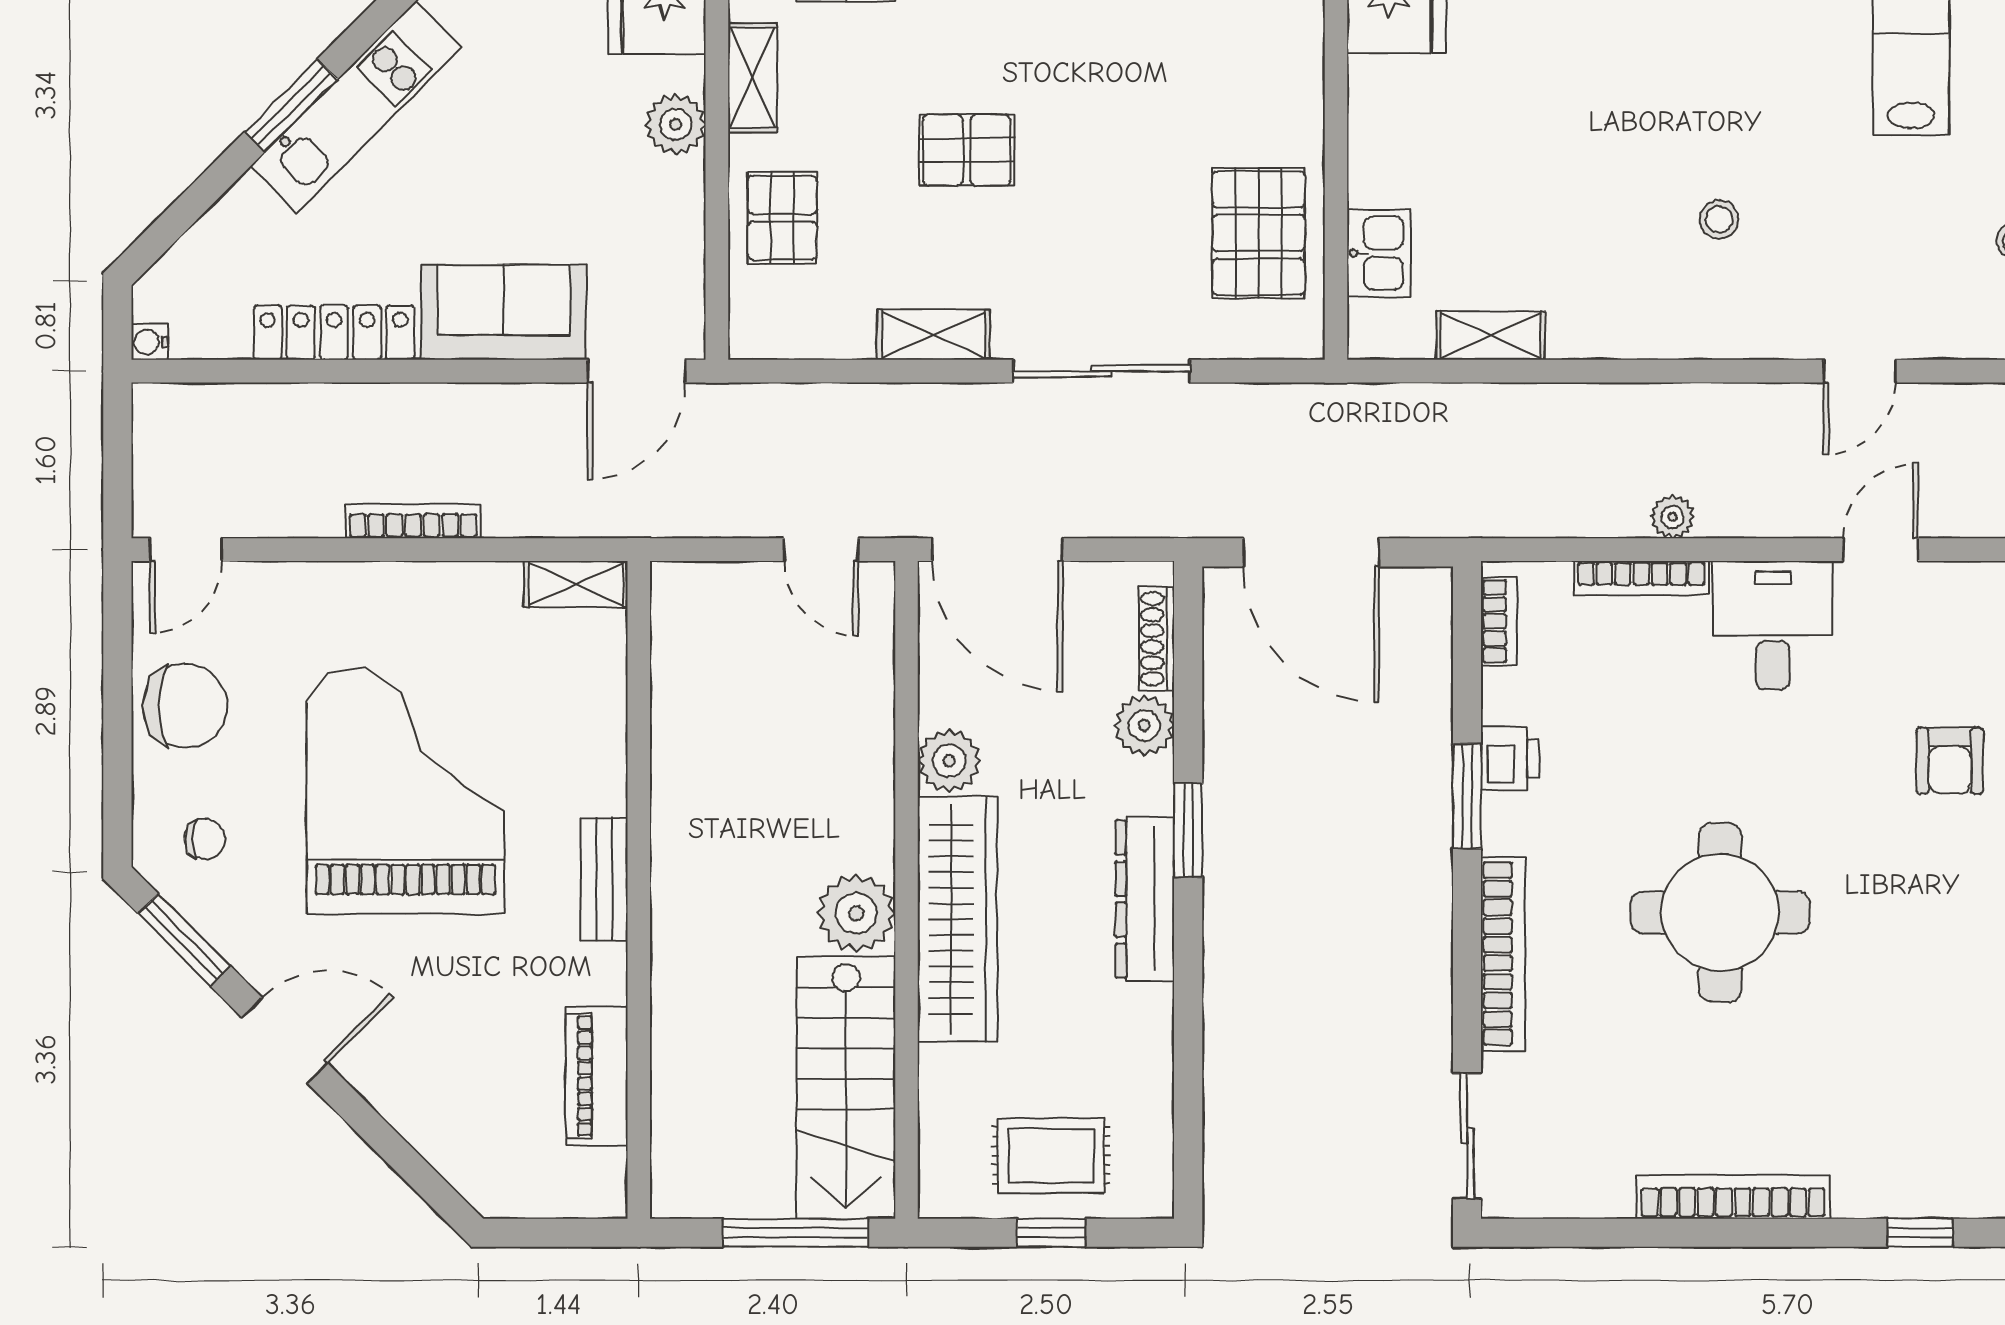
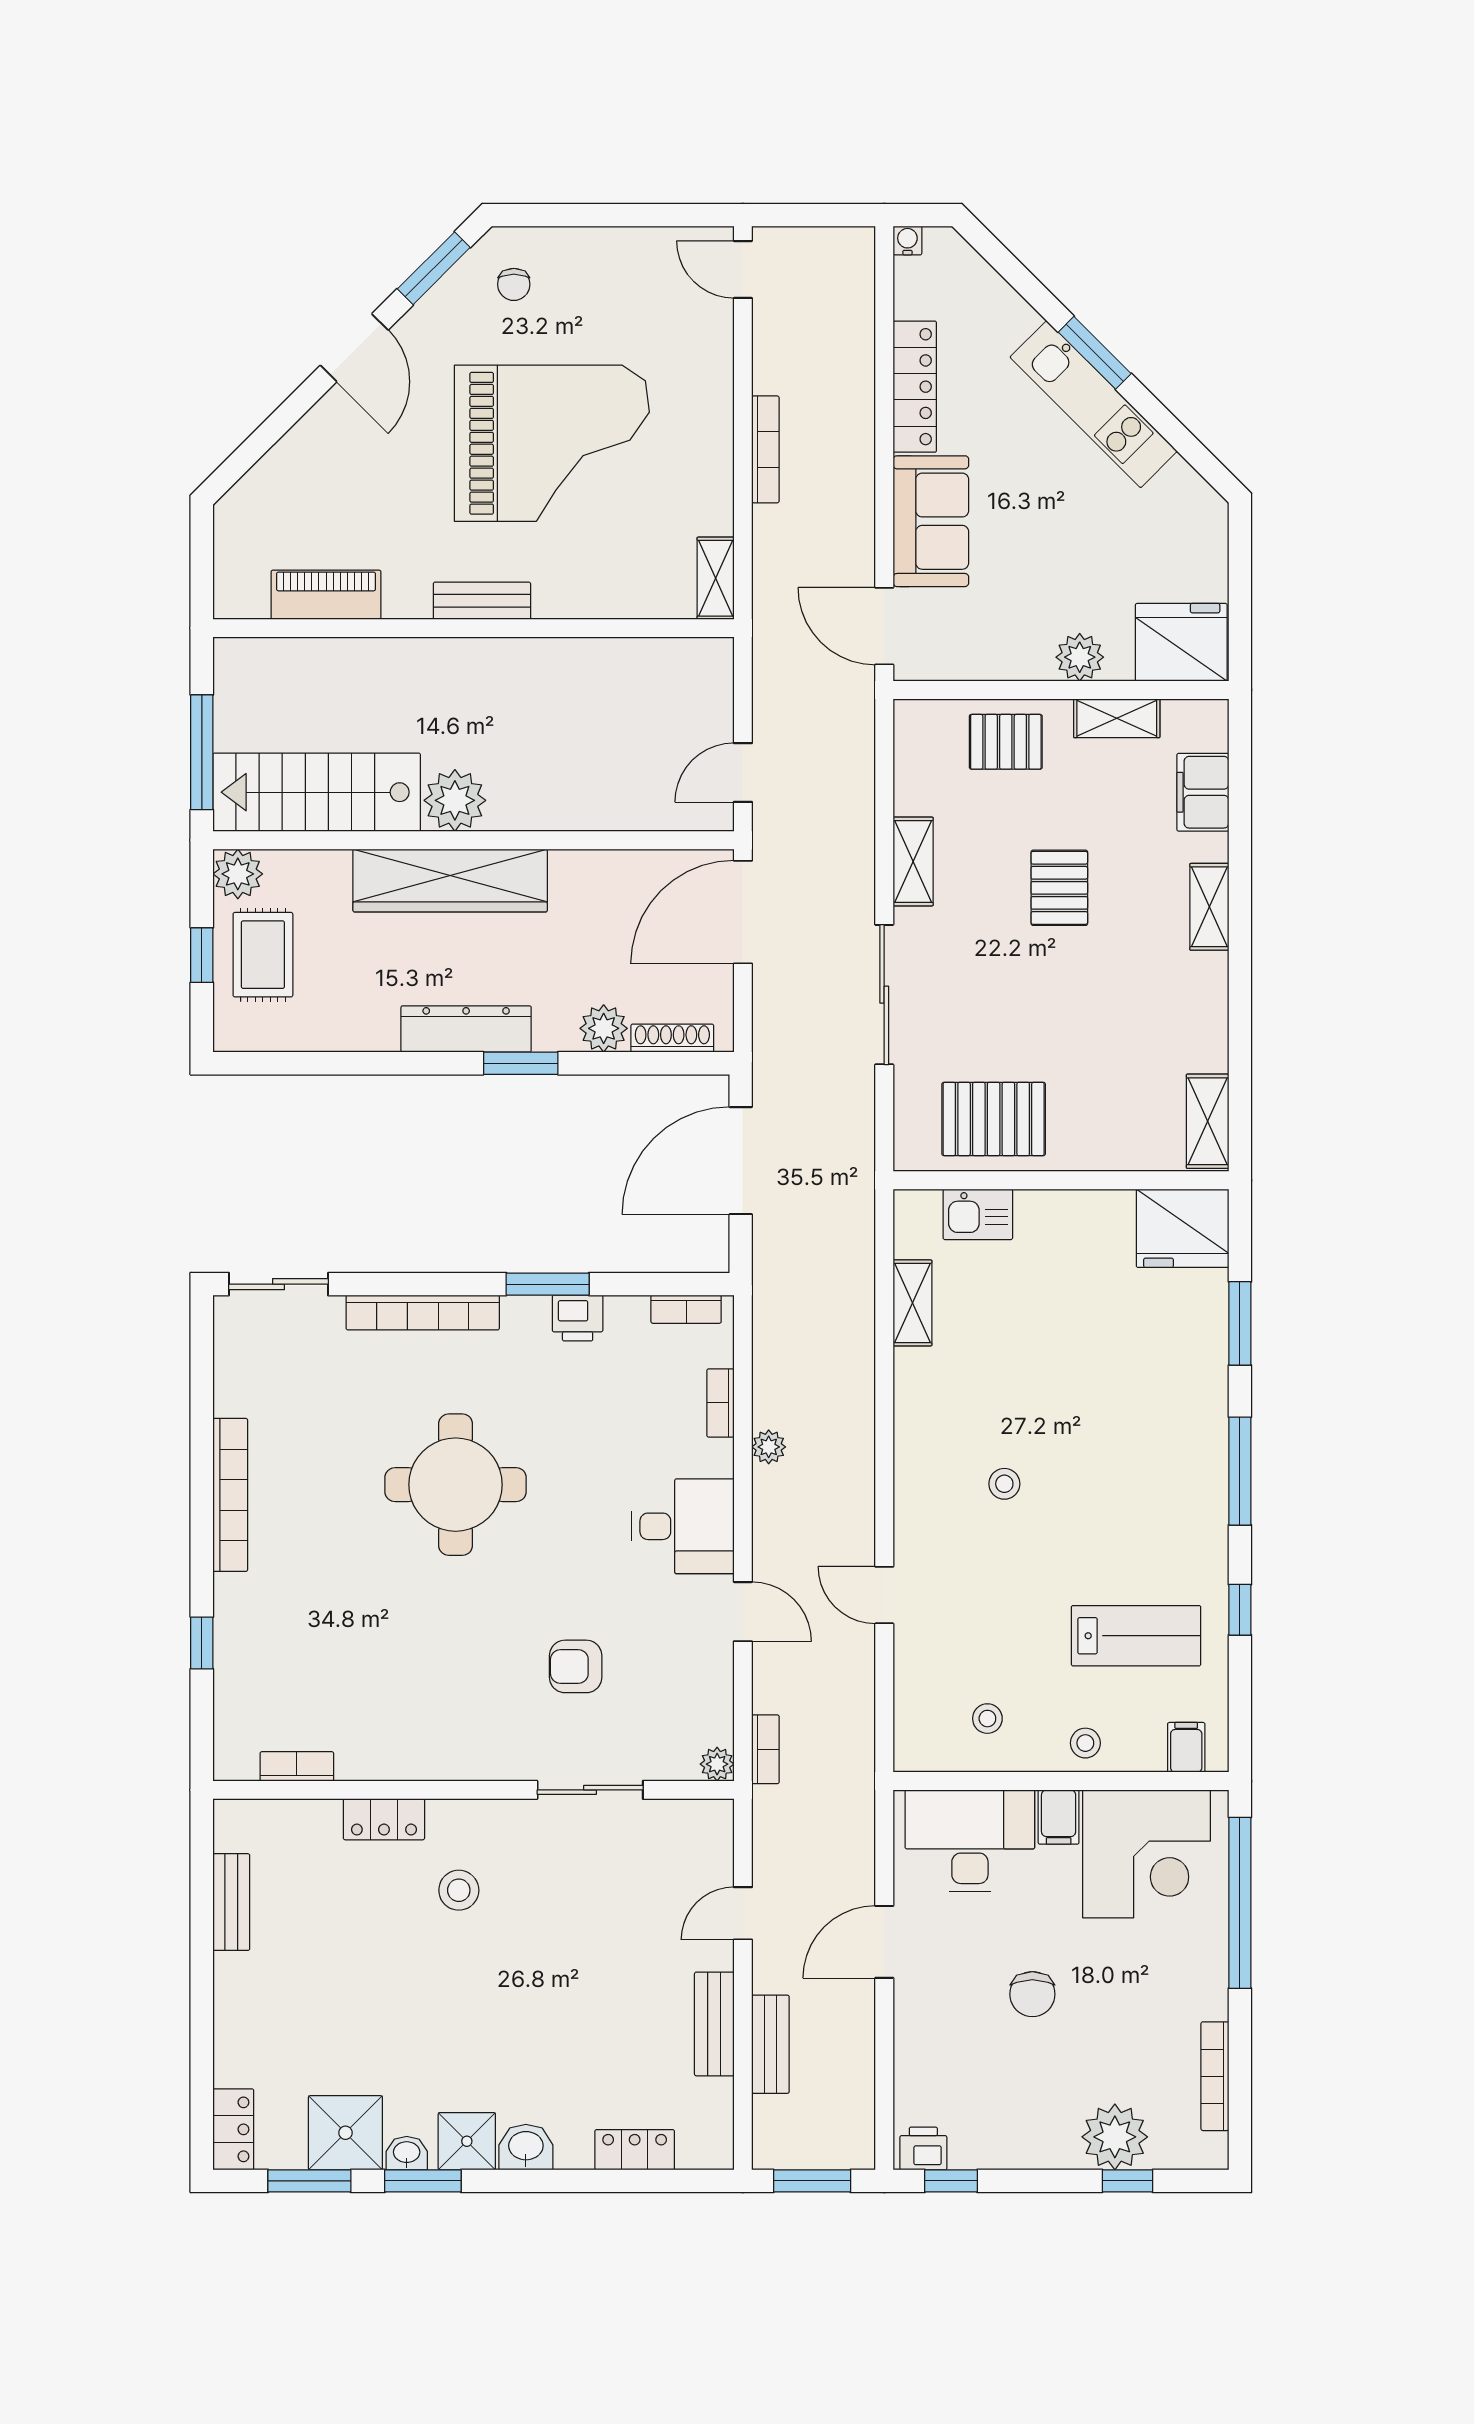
bookcase: (1641, 578) -> (720, 1403), width x0.64
chair: (185, 706) -> (619, 269), removed
plant: (949, 761) -> (238, 874), moved

